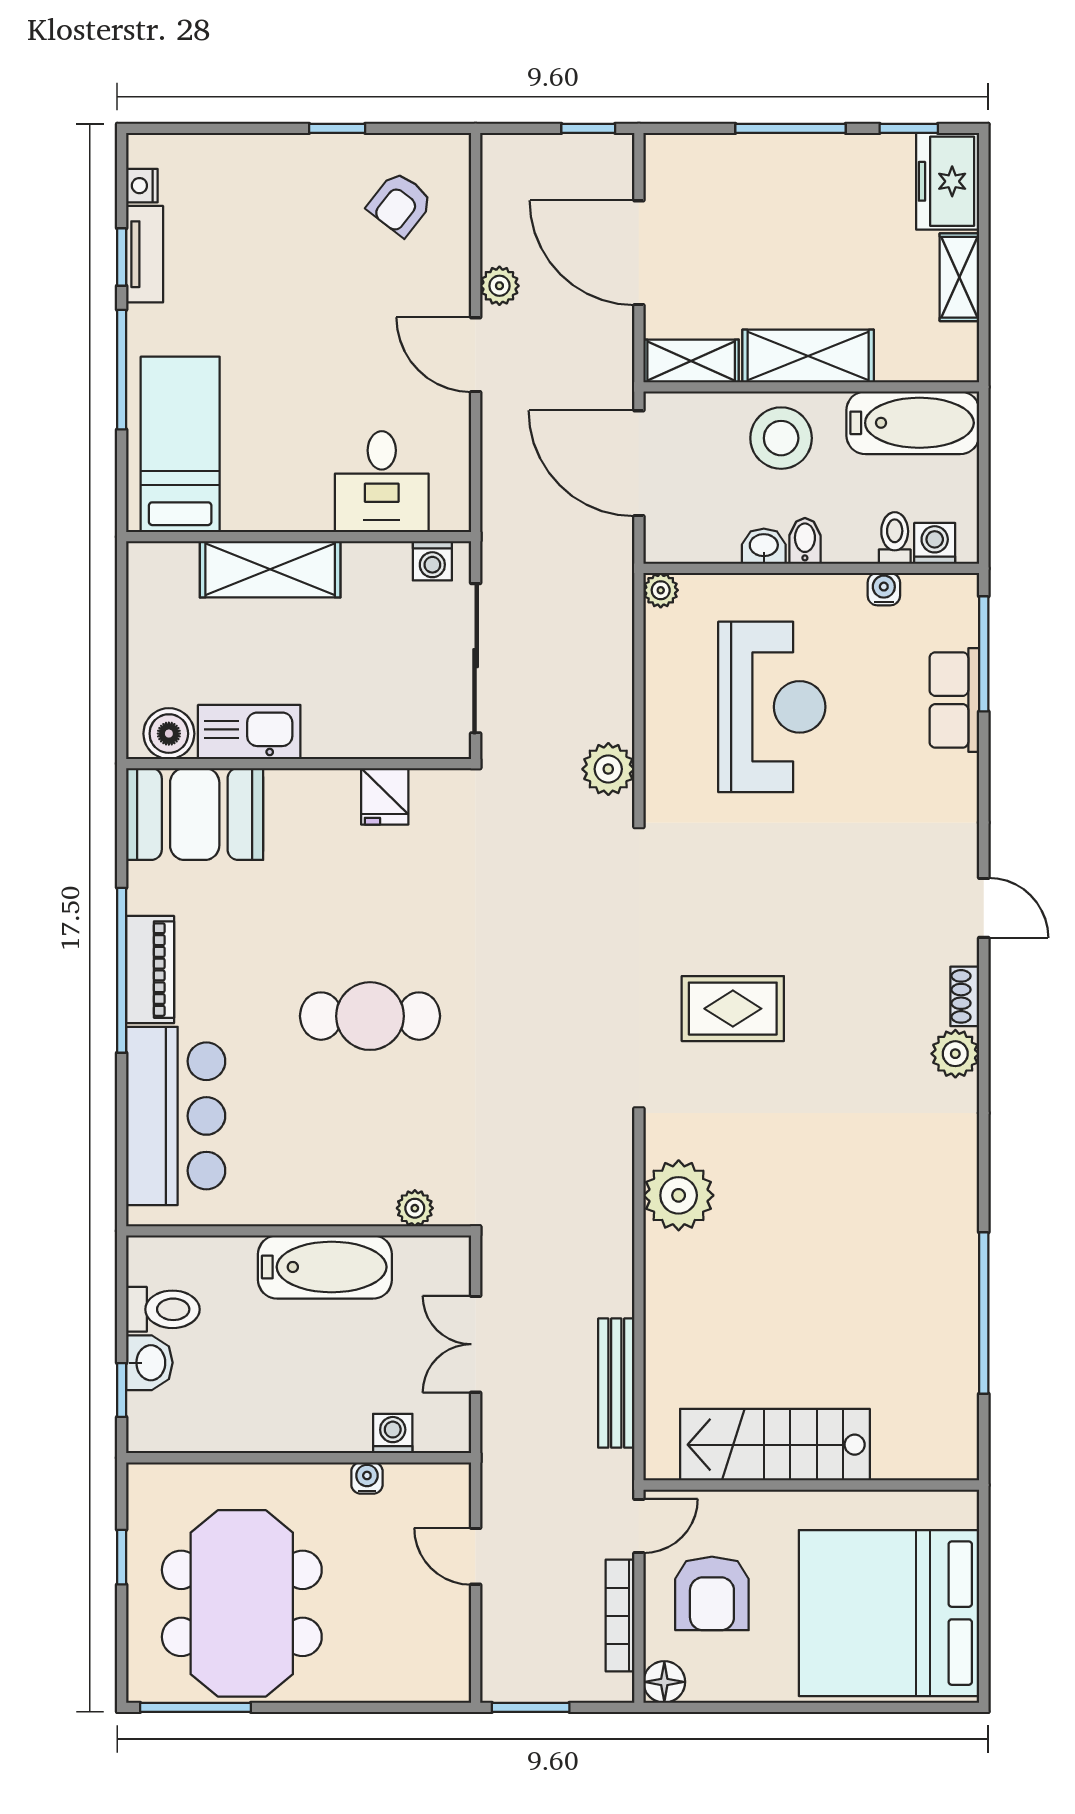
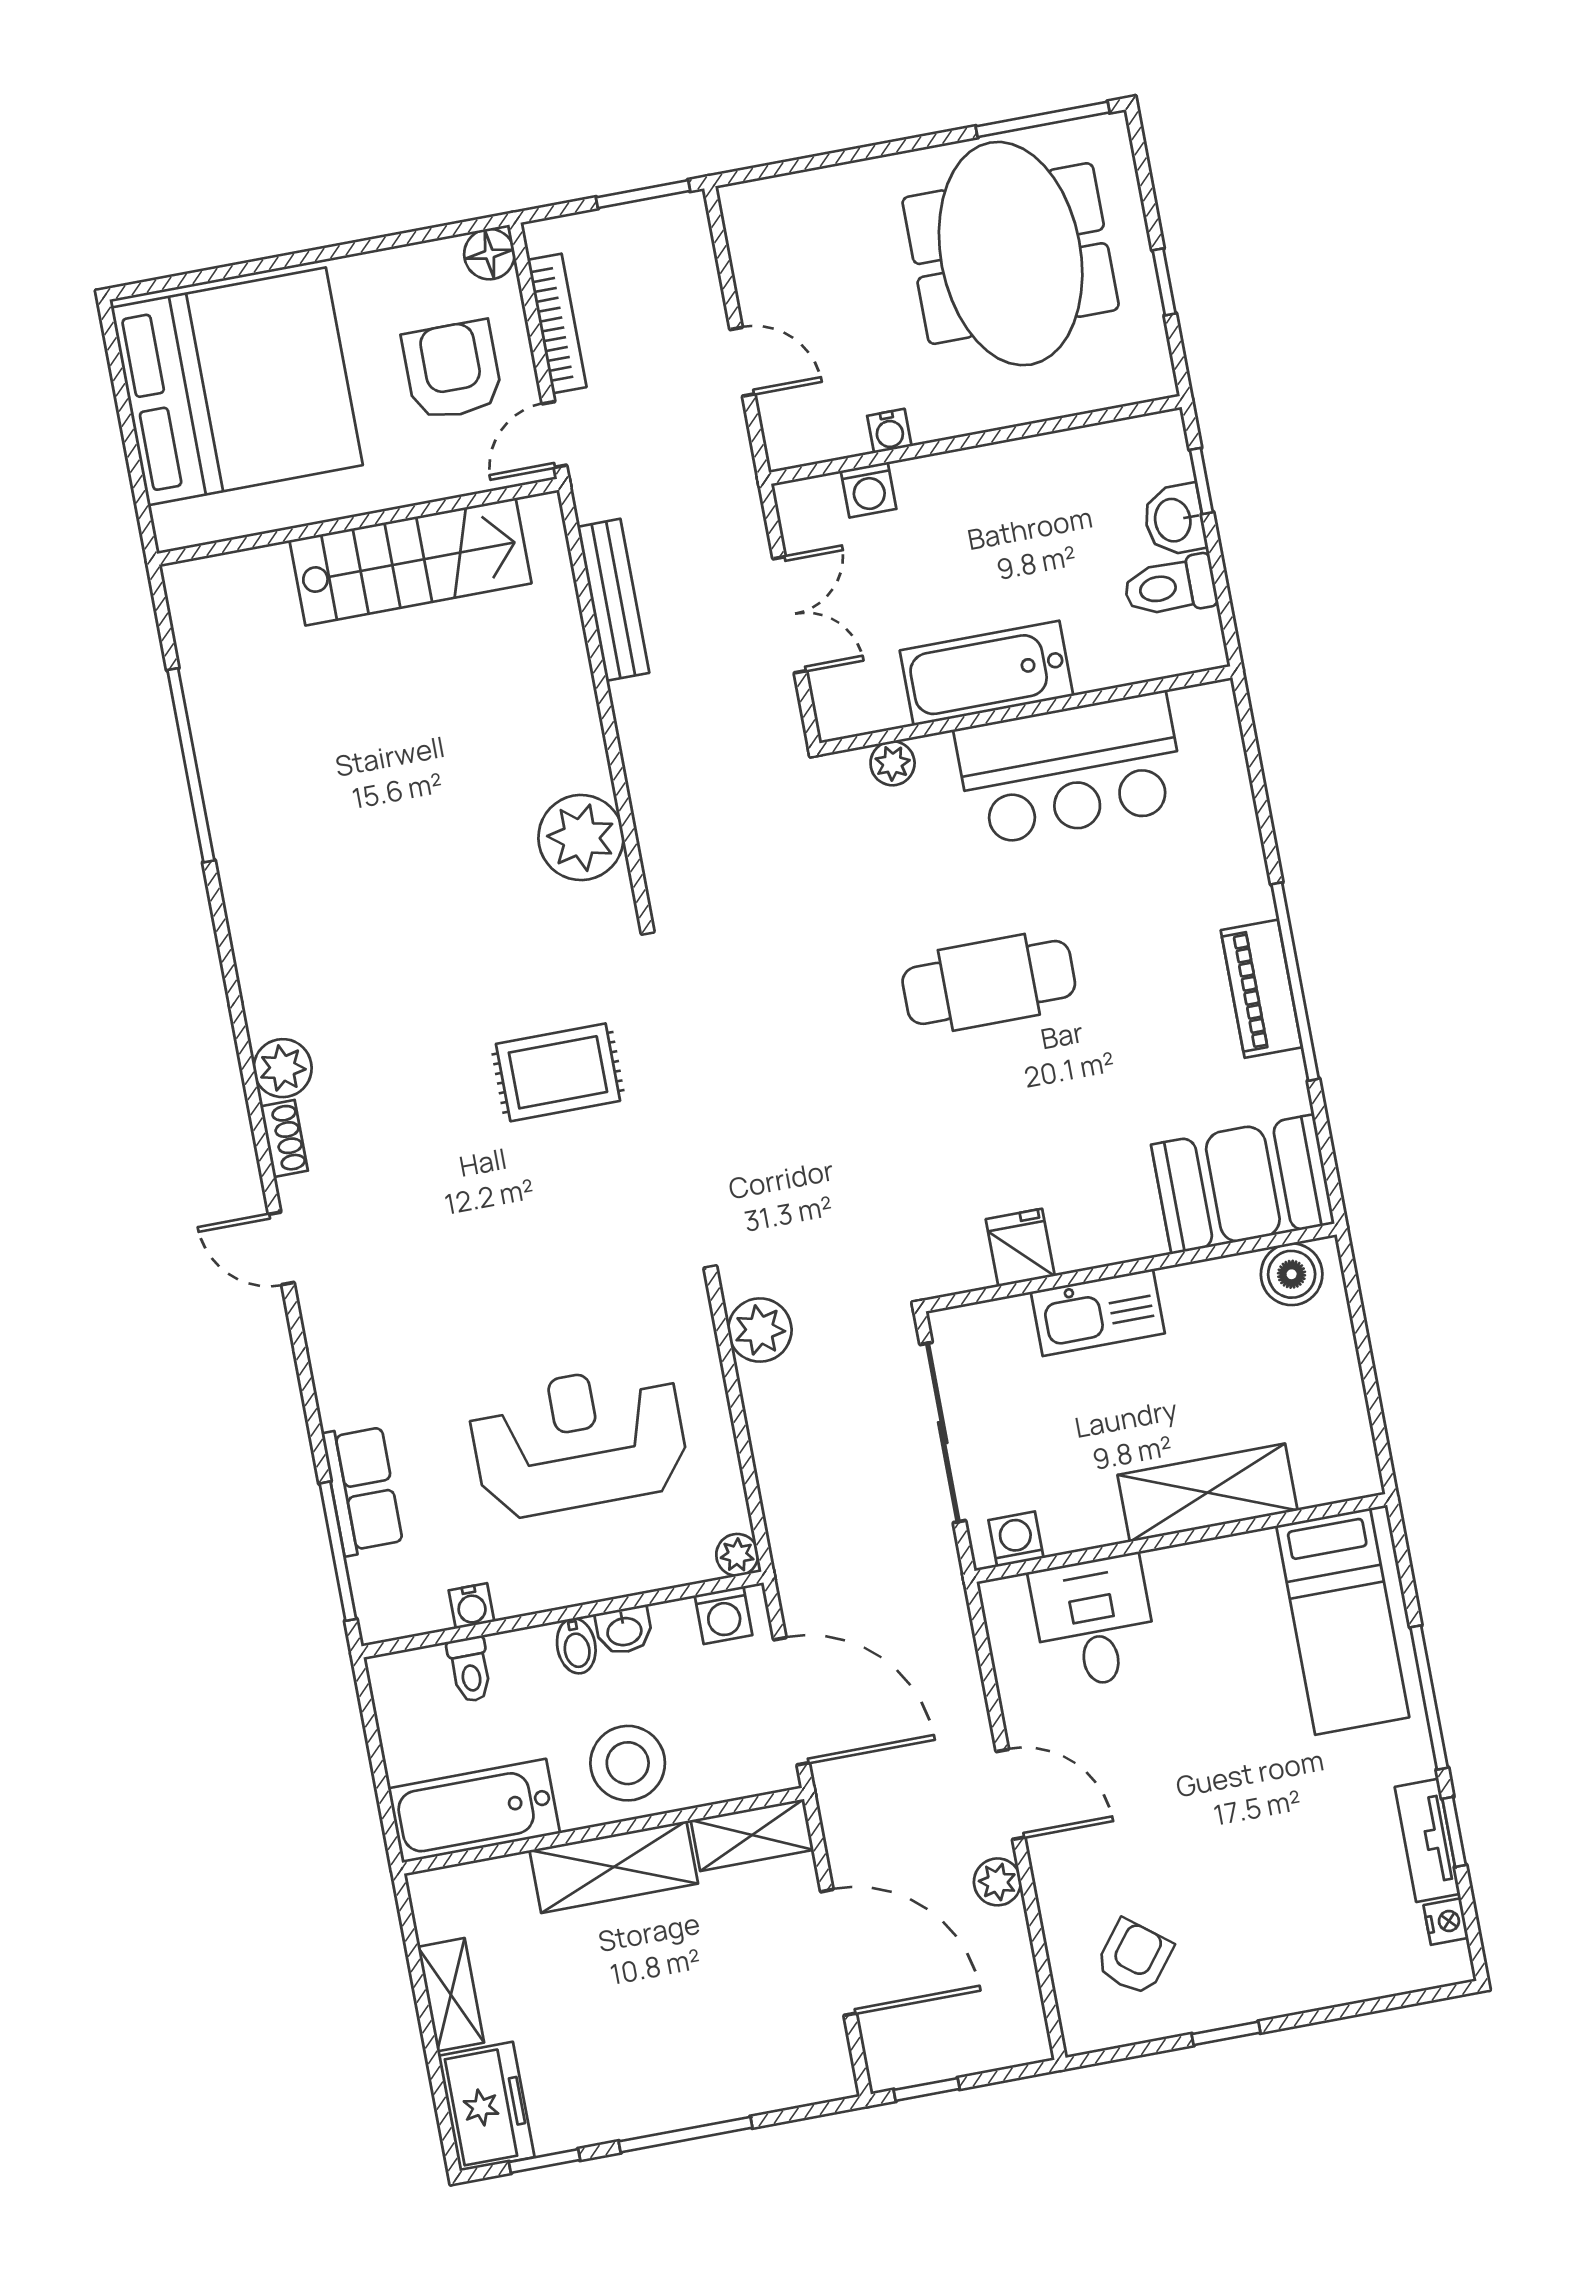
washing machine: (935, 543) -> (723, 1615), moved
reception desk: (772, 707) -> (579, 1441), turned 90
kitchen sink: (249, 732) -> (1098, 1313), moved
bar counter: (176, 1116) -> (1070, 769), moved, turned -90

